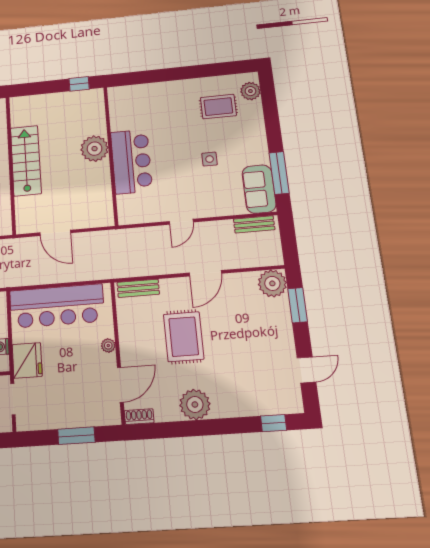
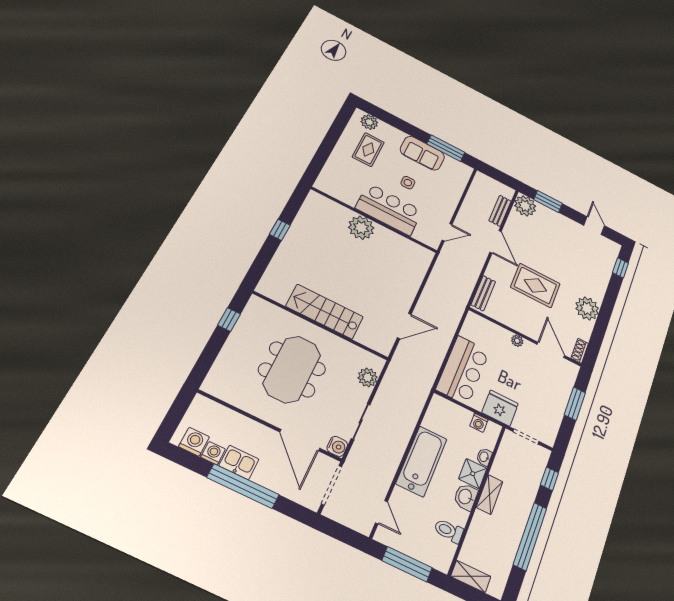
plant: (95, 149) -> (361, 228), moved
wall: (111, 155) -> (374, 220), moved
bar counter: (131, 161) -> (389, 209), moved
sofa: (259, 189) -> (422, 153), moved
door: (181, 222) -> (447, 232), hinge flipped
bench: (254, 224) -> (500, 211), moved
bar counter: (57, 306) -> (463, 370), width x0.73

